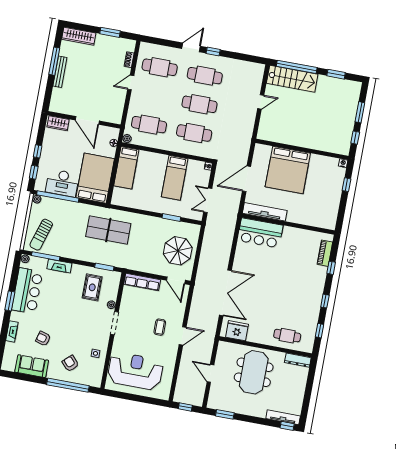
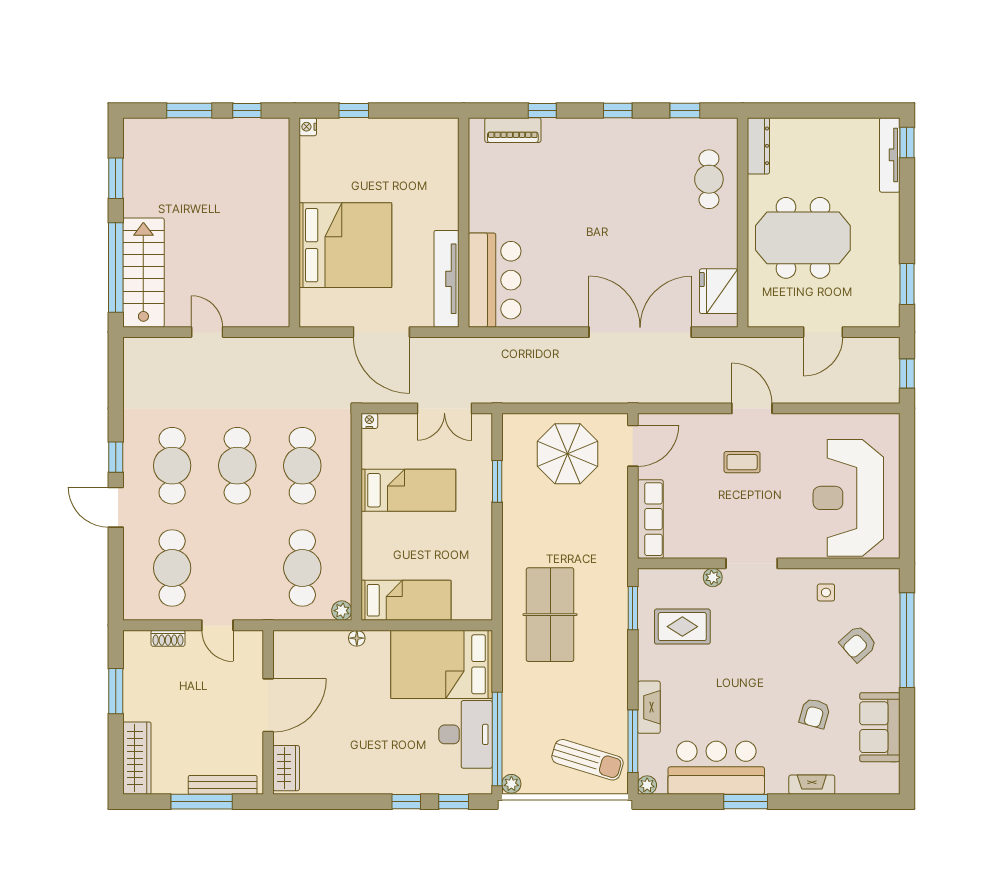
wall: (84, 120) -> (268, 712), moved
door: (87, 120) -> (268, 705), moved
wardrobe: (58, 123) -> (286, 768), moved

